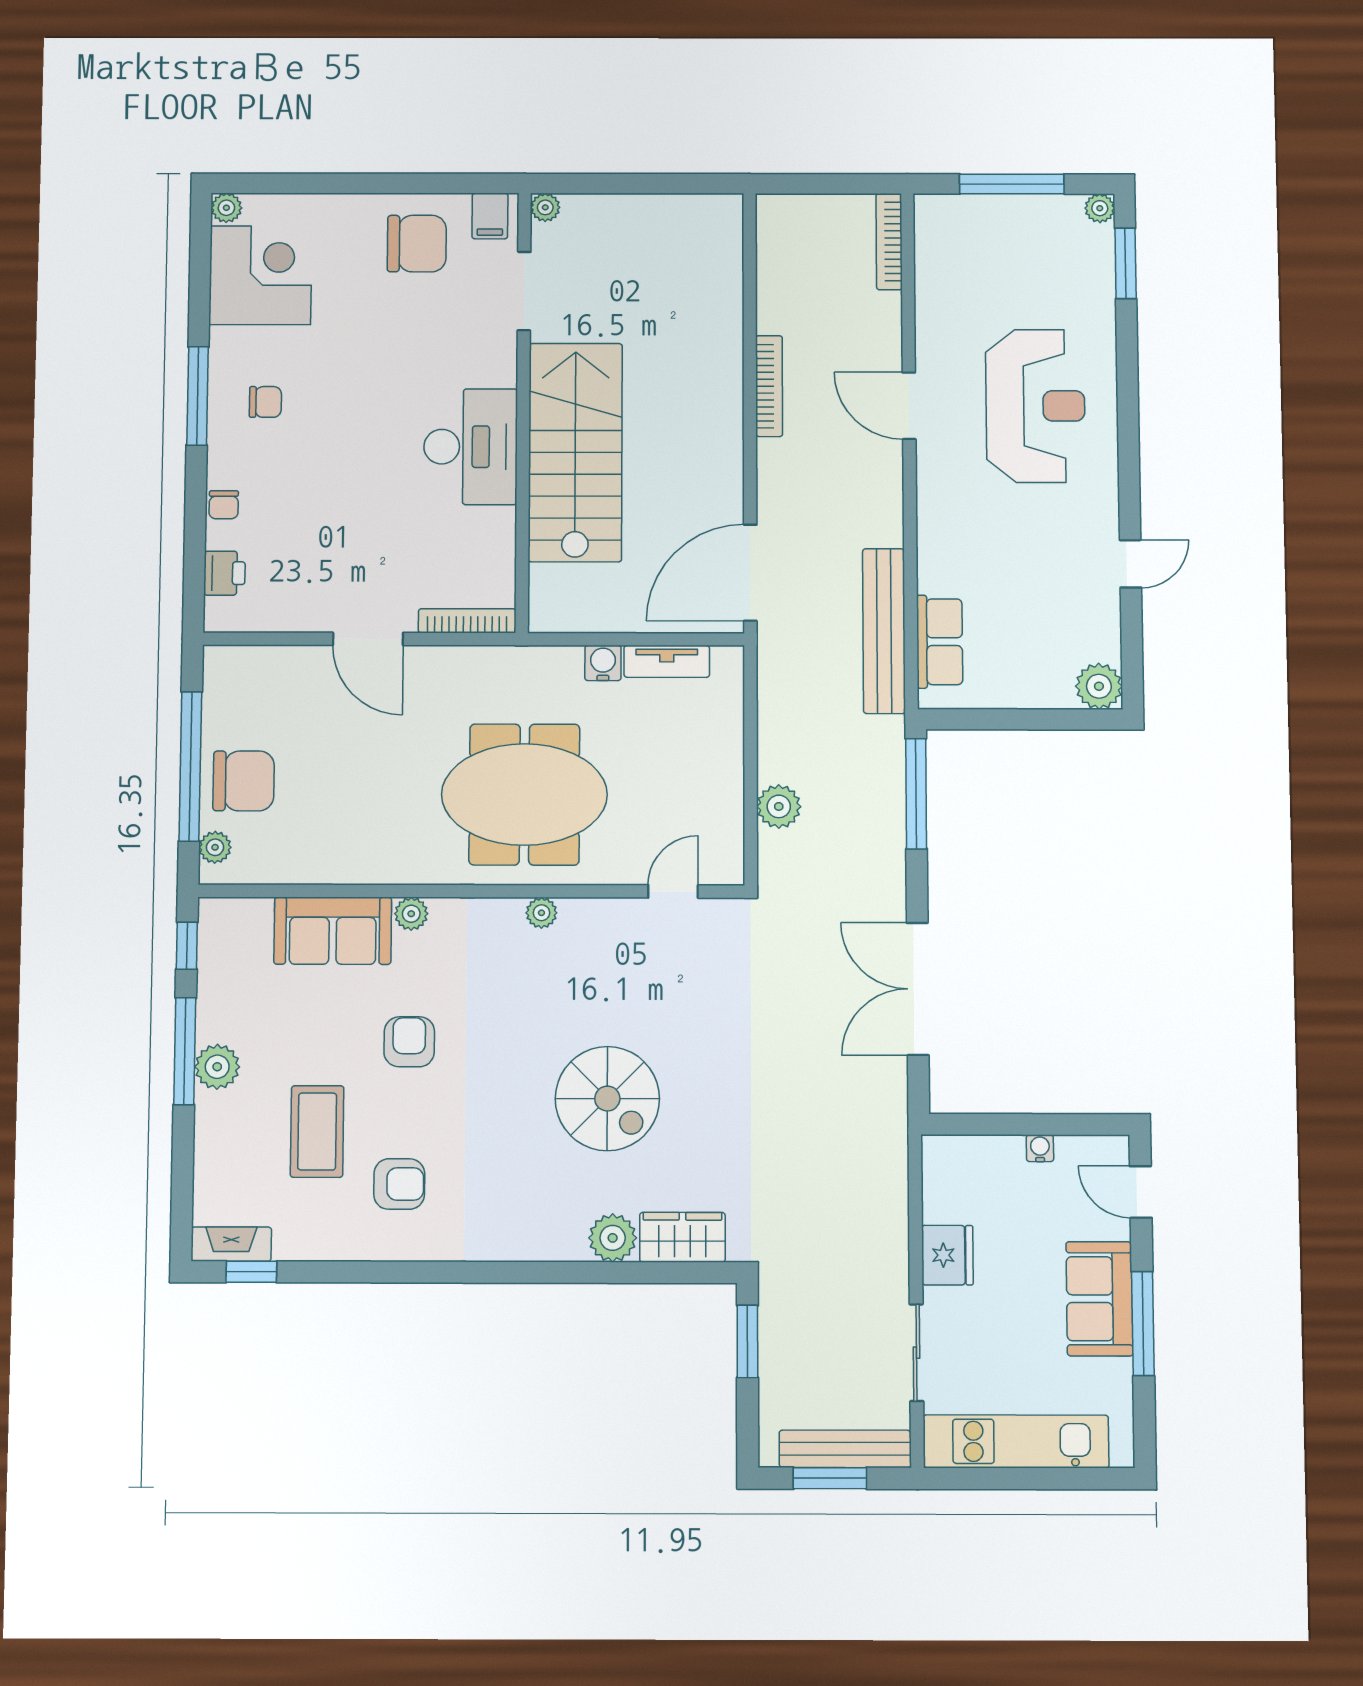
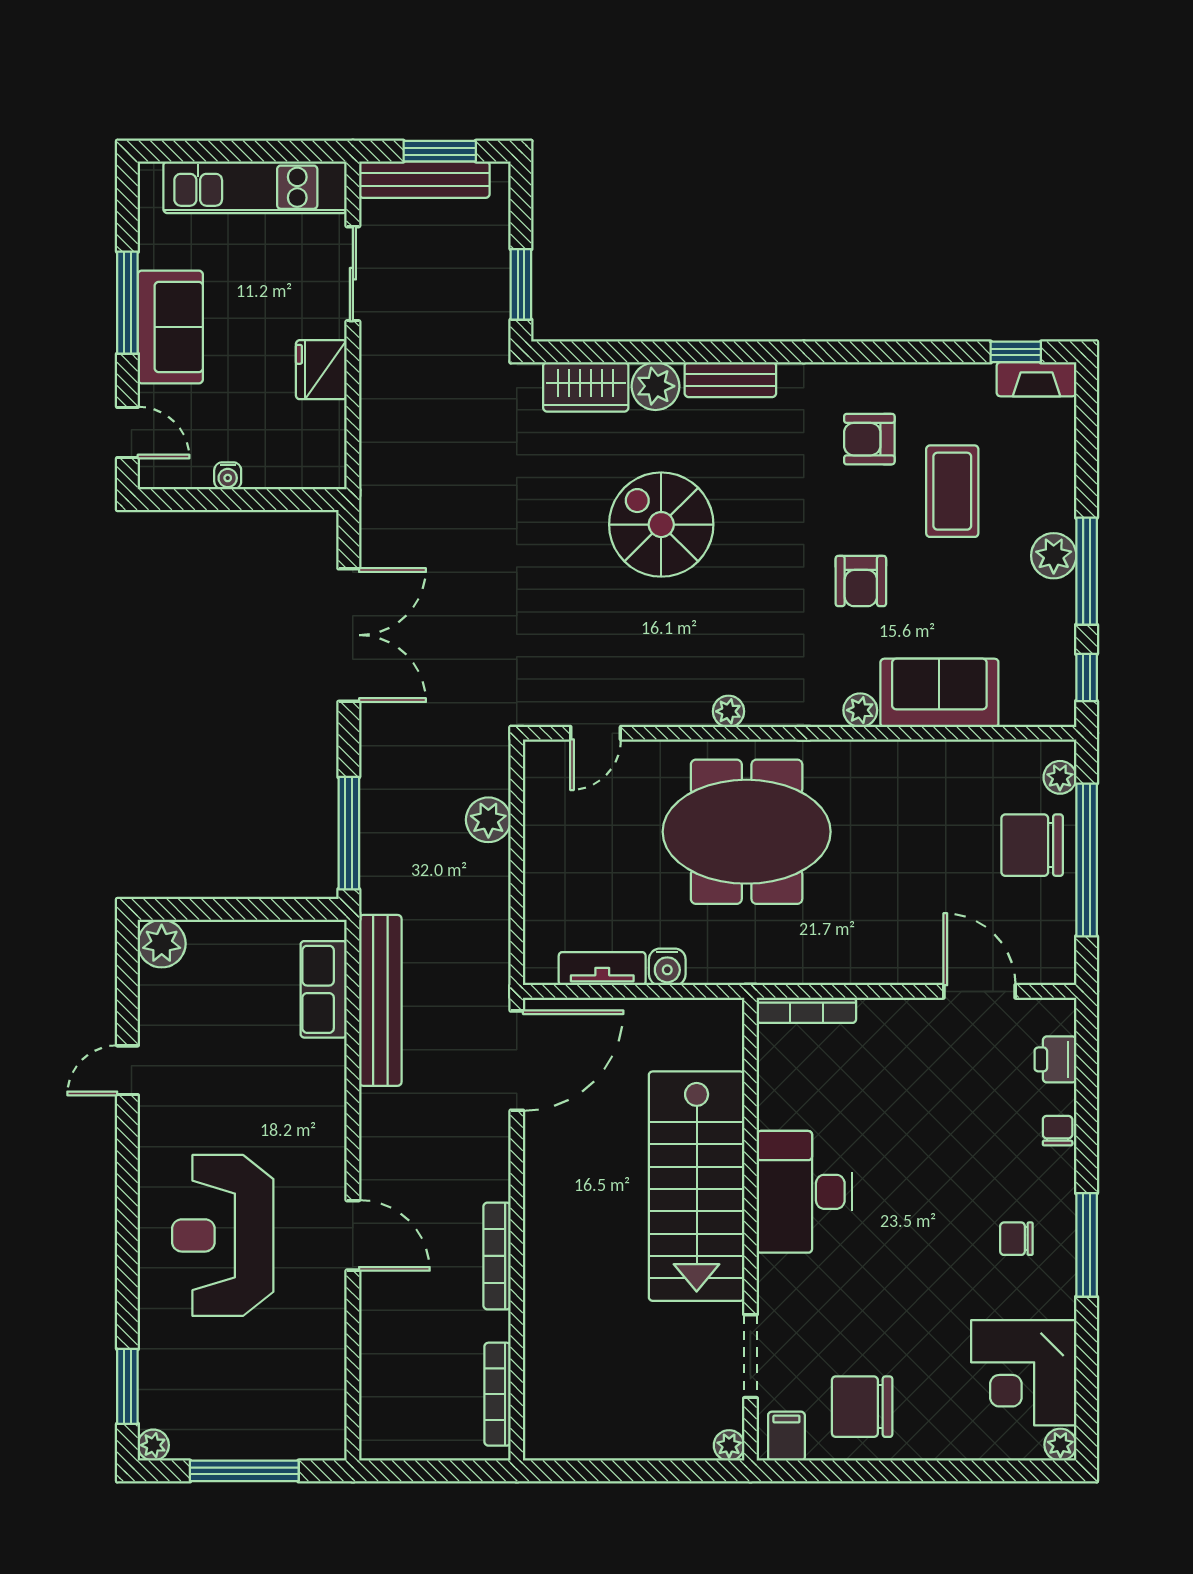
bookcase: (889, 242) -> (498, 1394), moved, turned 180
door: (368, 639) -> (979, 991), moved
bench: (538, 1244) -> (730, 380), added

